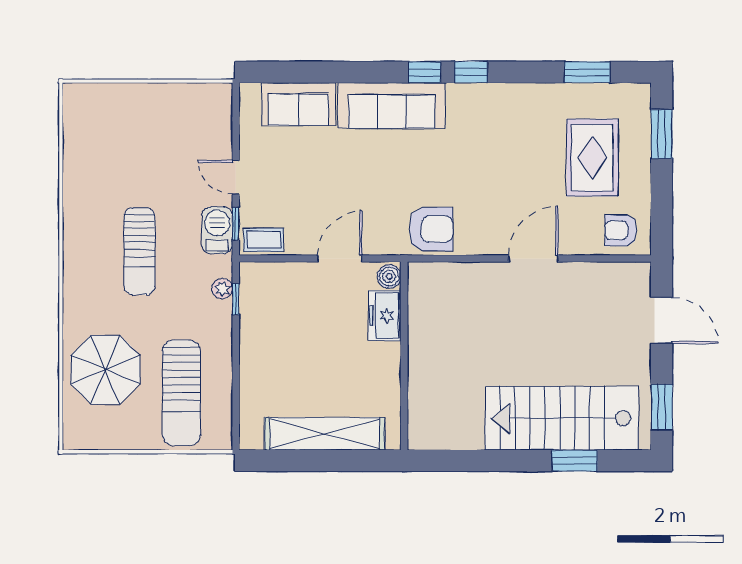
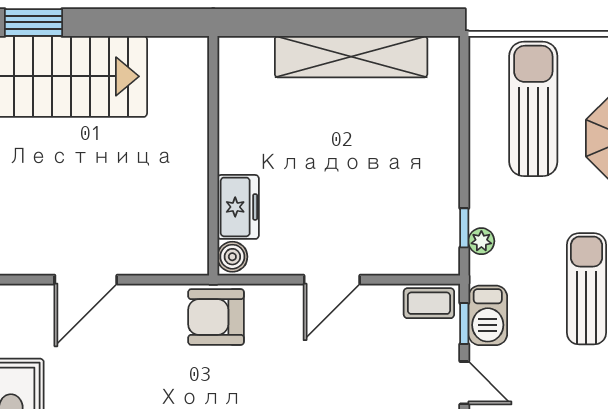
boiler: (389, 276) -> (232, 257), moved
freezer: (385, 316) -> (238, 207), moved
wall: (404, 356) -> (213, 156), moved

